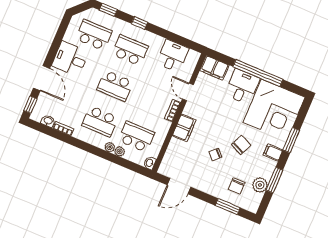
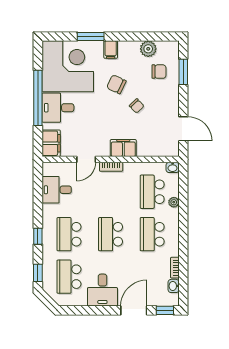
school desk: (115, 86) -> (111, 234), turned 180
school desk: (100, 121) -> (152, 234), turned 180
plant: (110, 147) -> (174, 214), removed
window: (274, 180) -> (137, 37), removed

